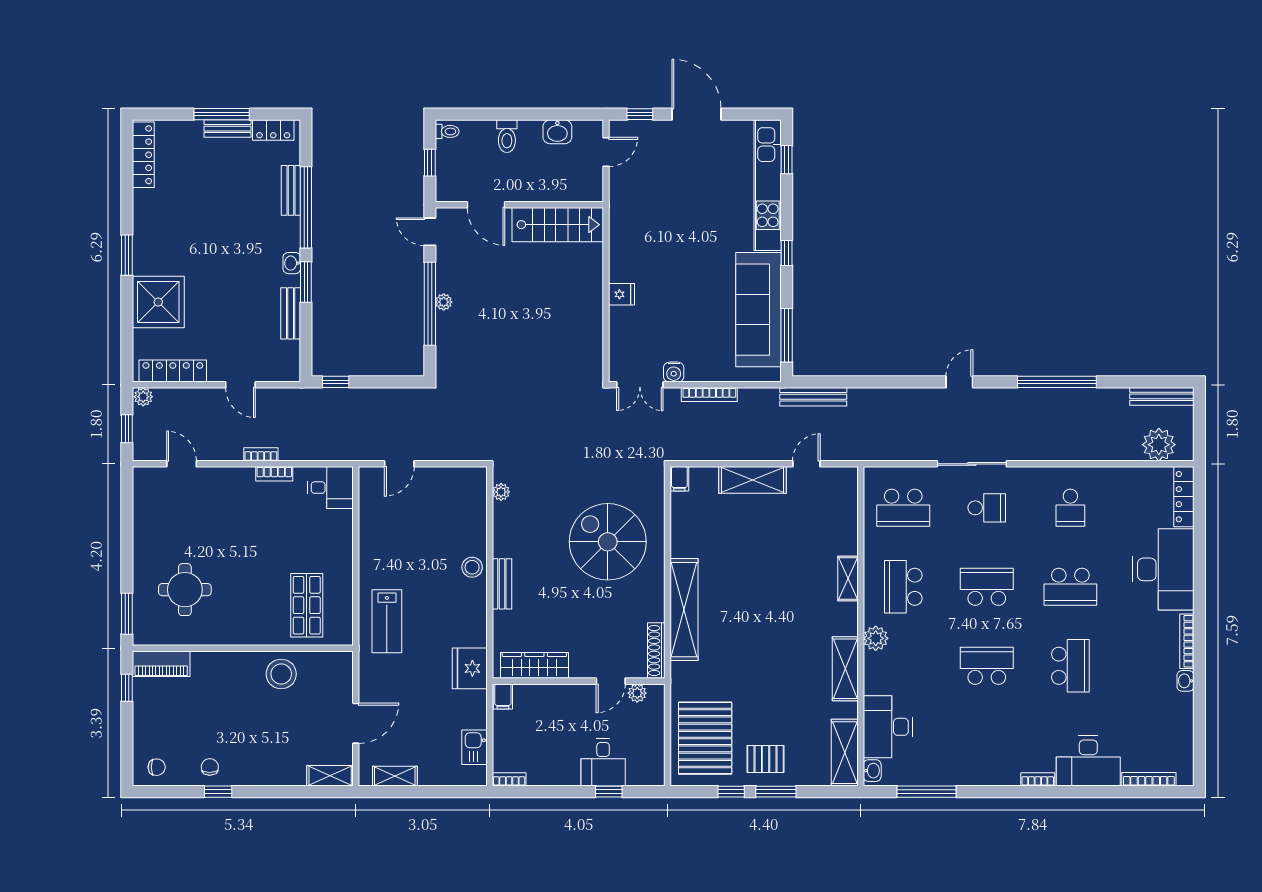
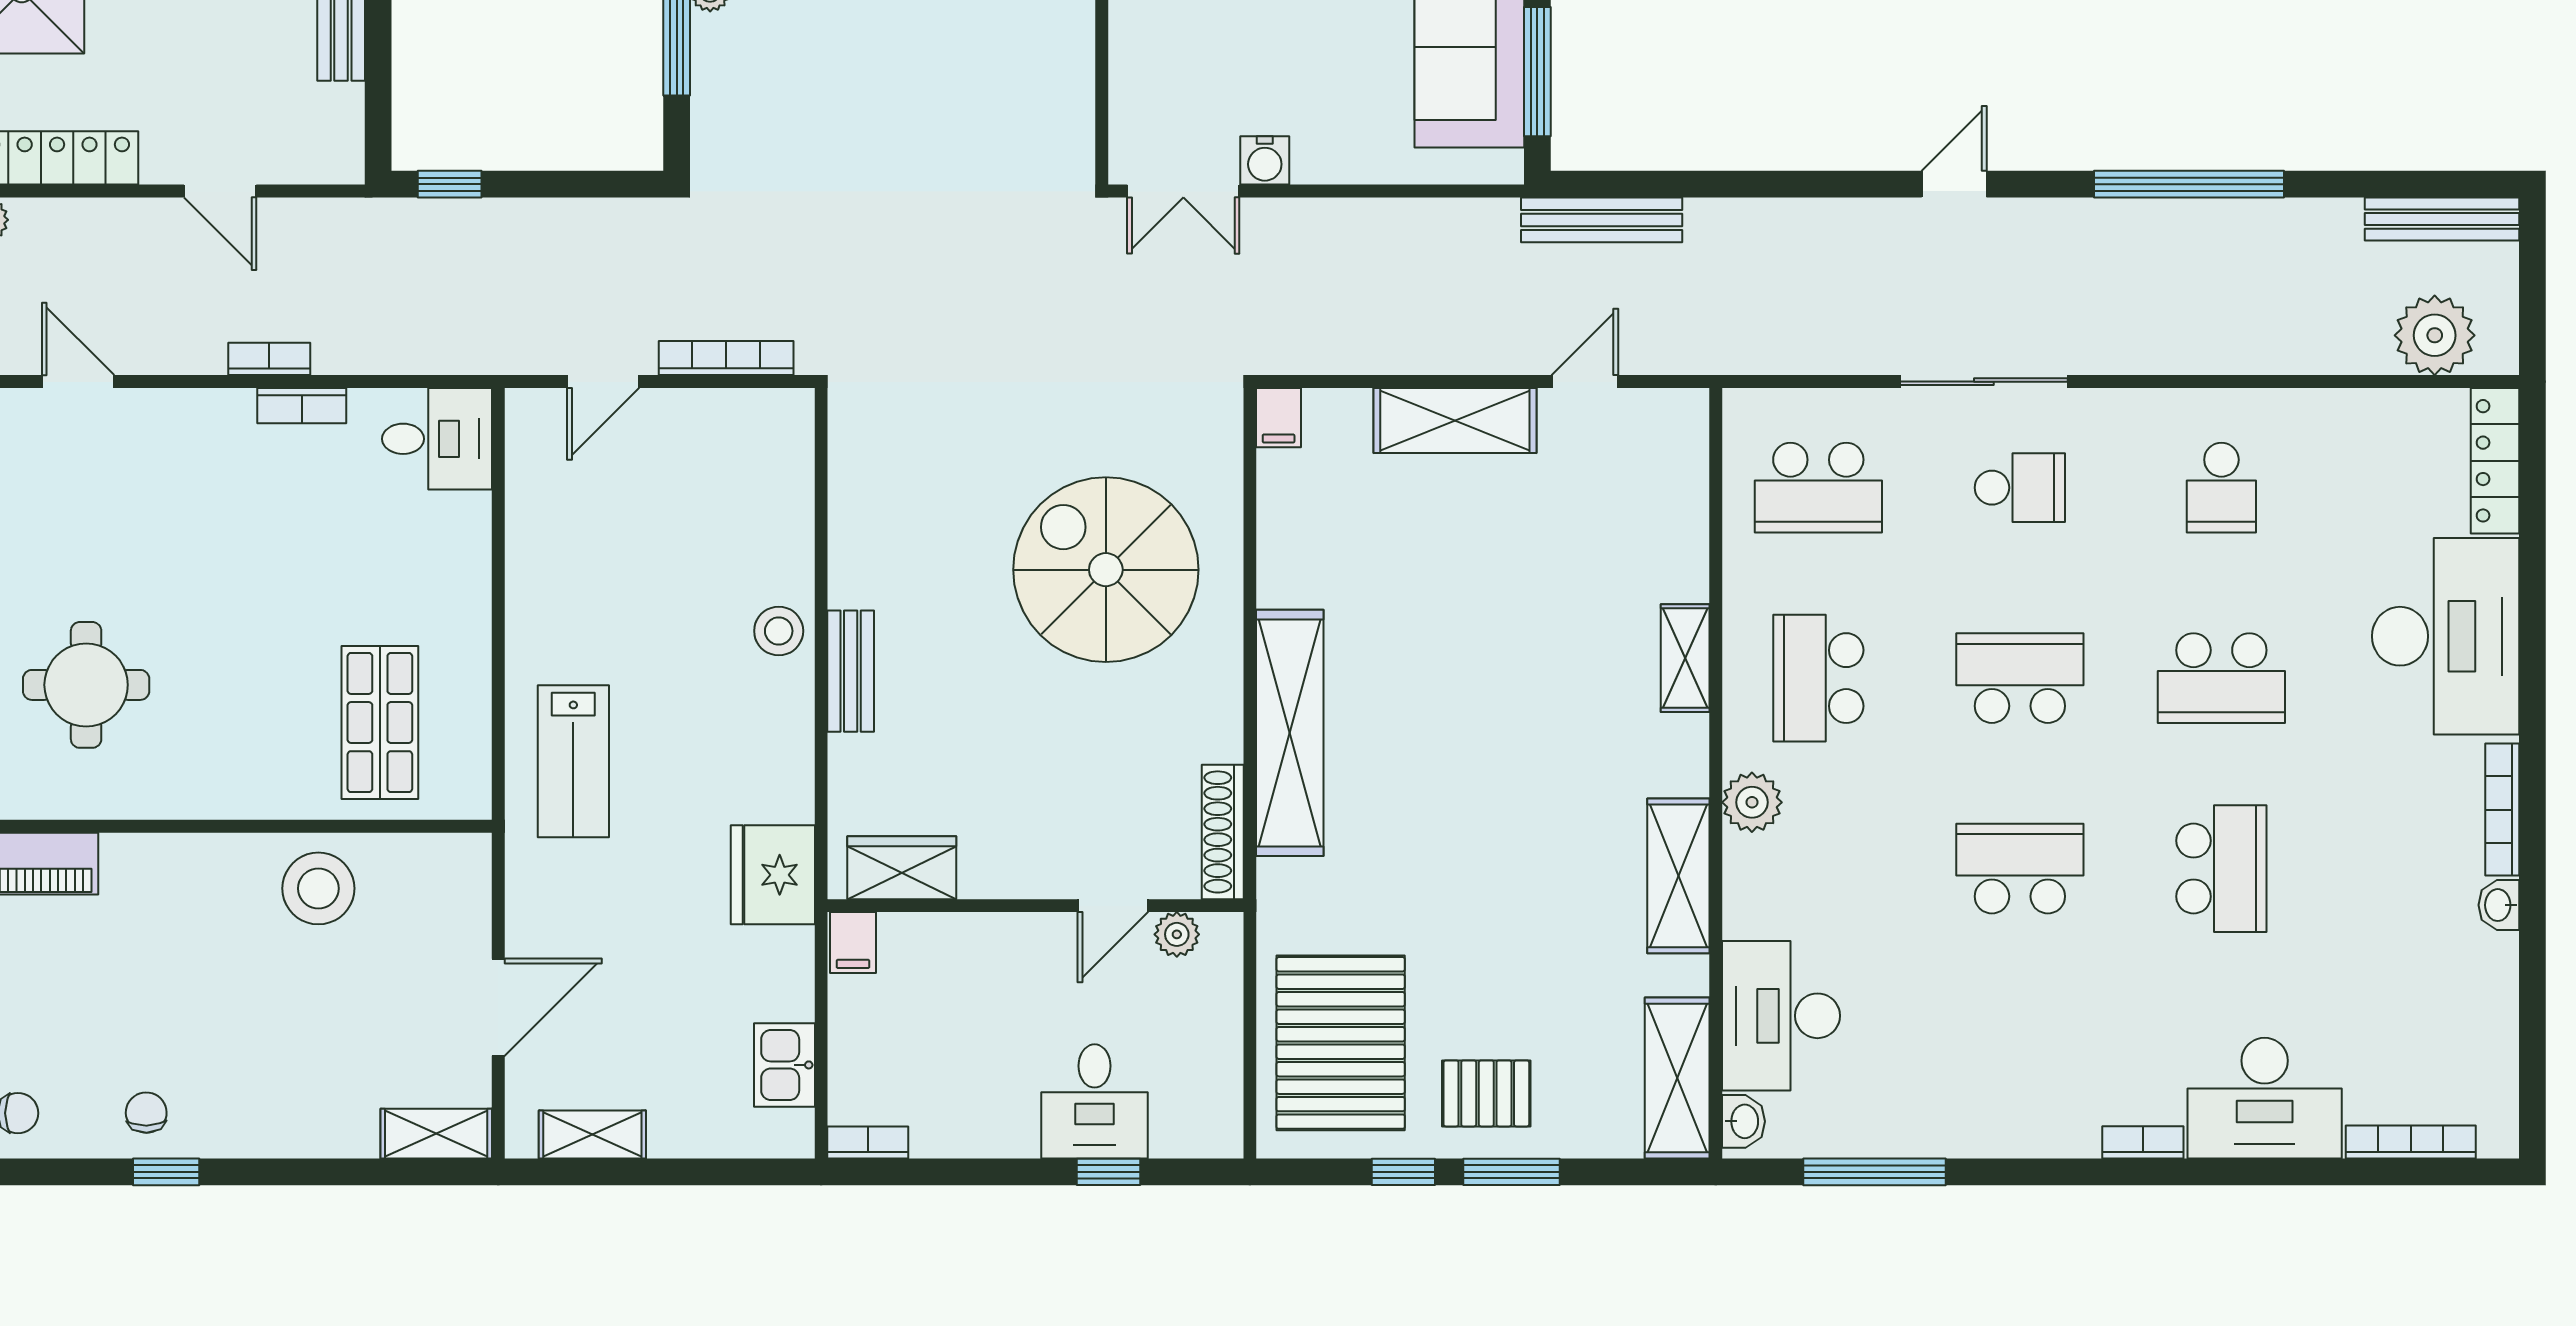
bookcase: (709, 395) -> (726, 358), moved, turned 180
plant: (501, 492) -> (848, 449), removed
wardrobe: (534, 665) -> (902, 868), width x0.67

